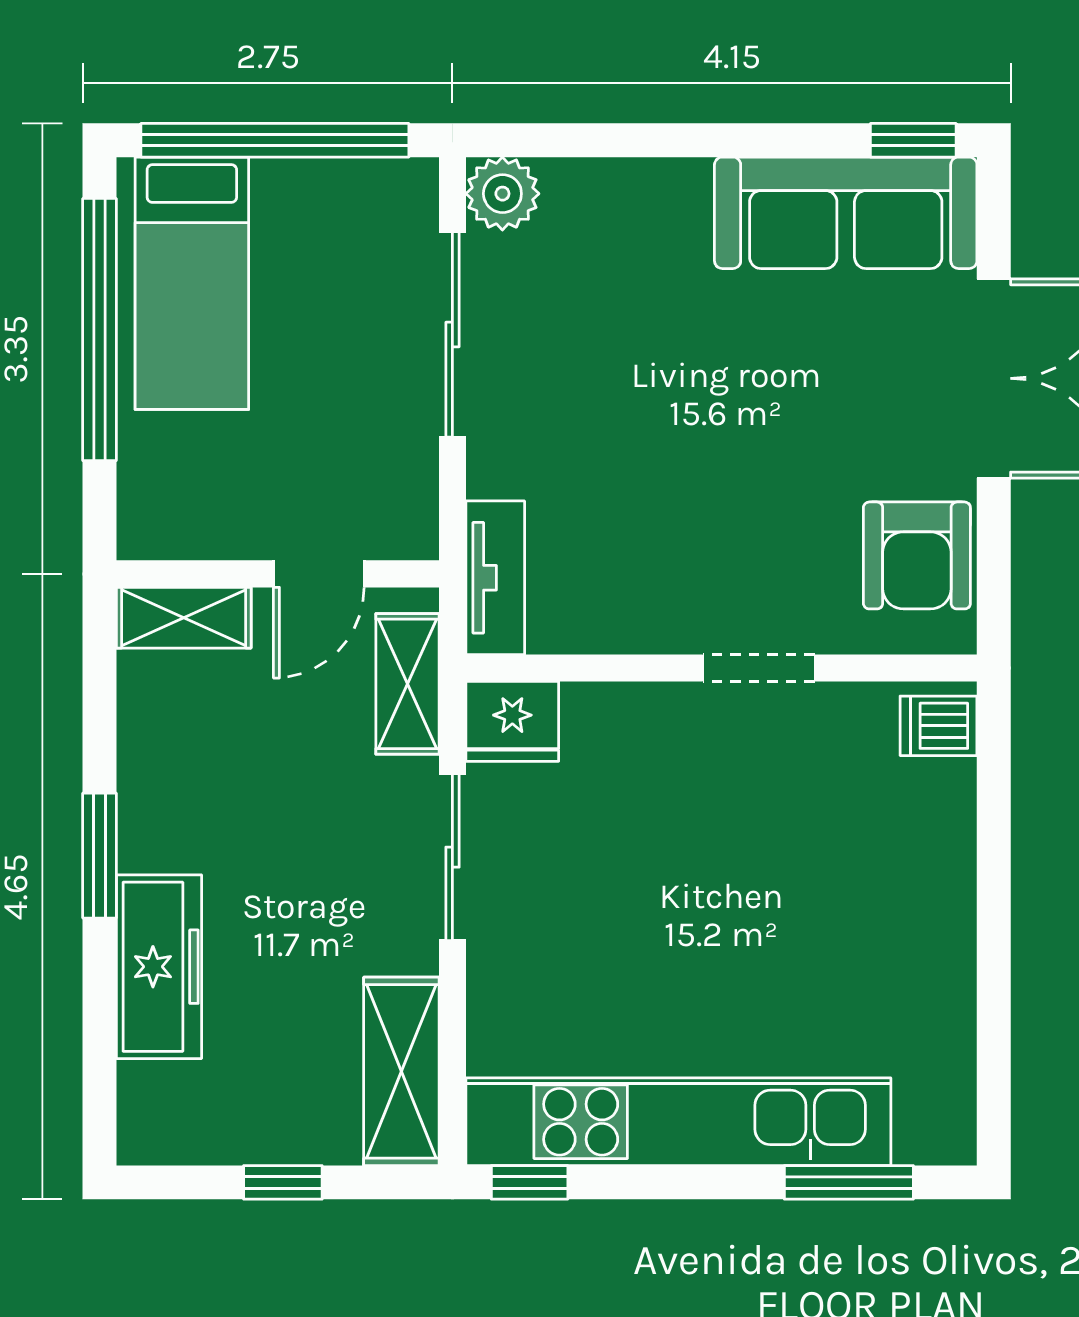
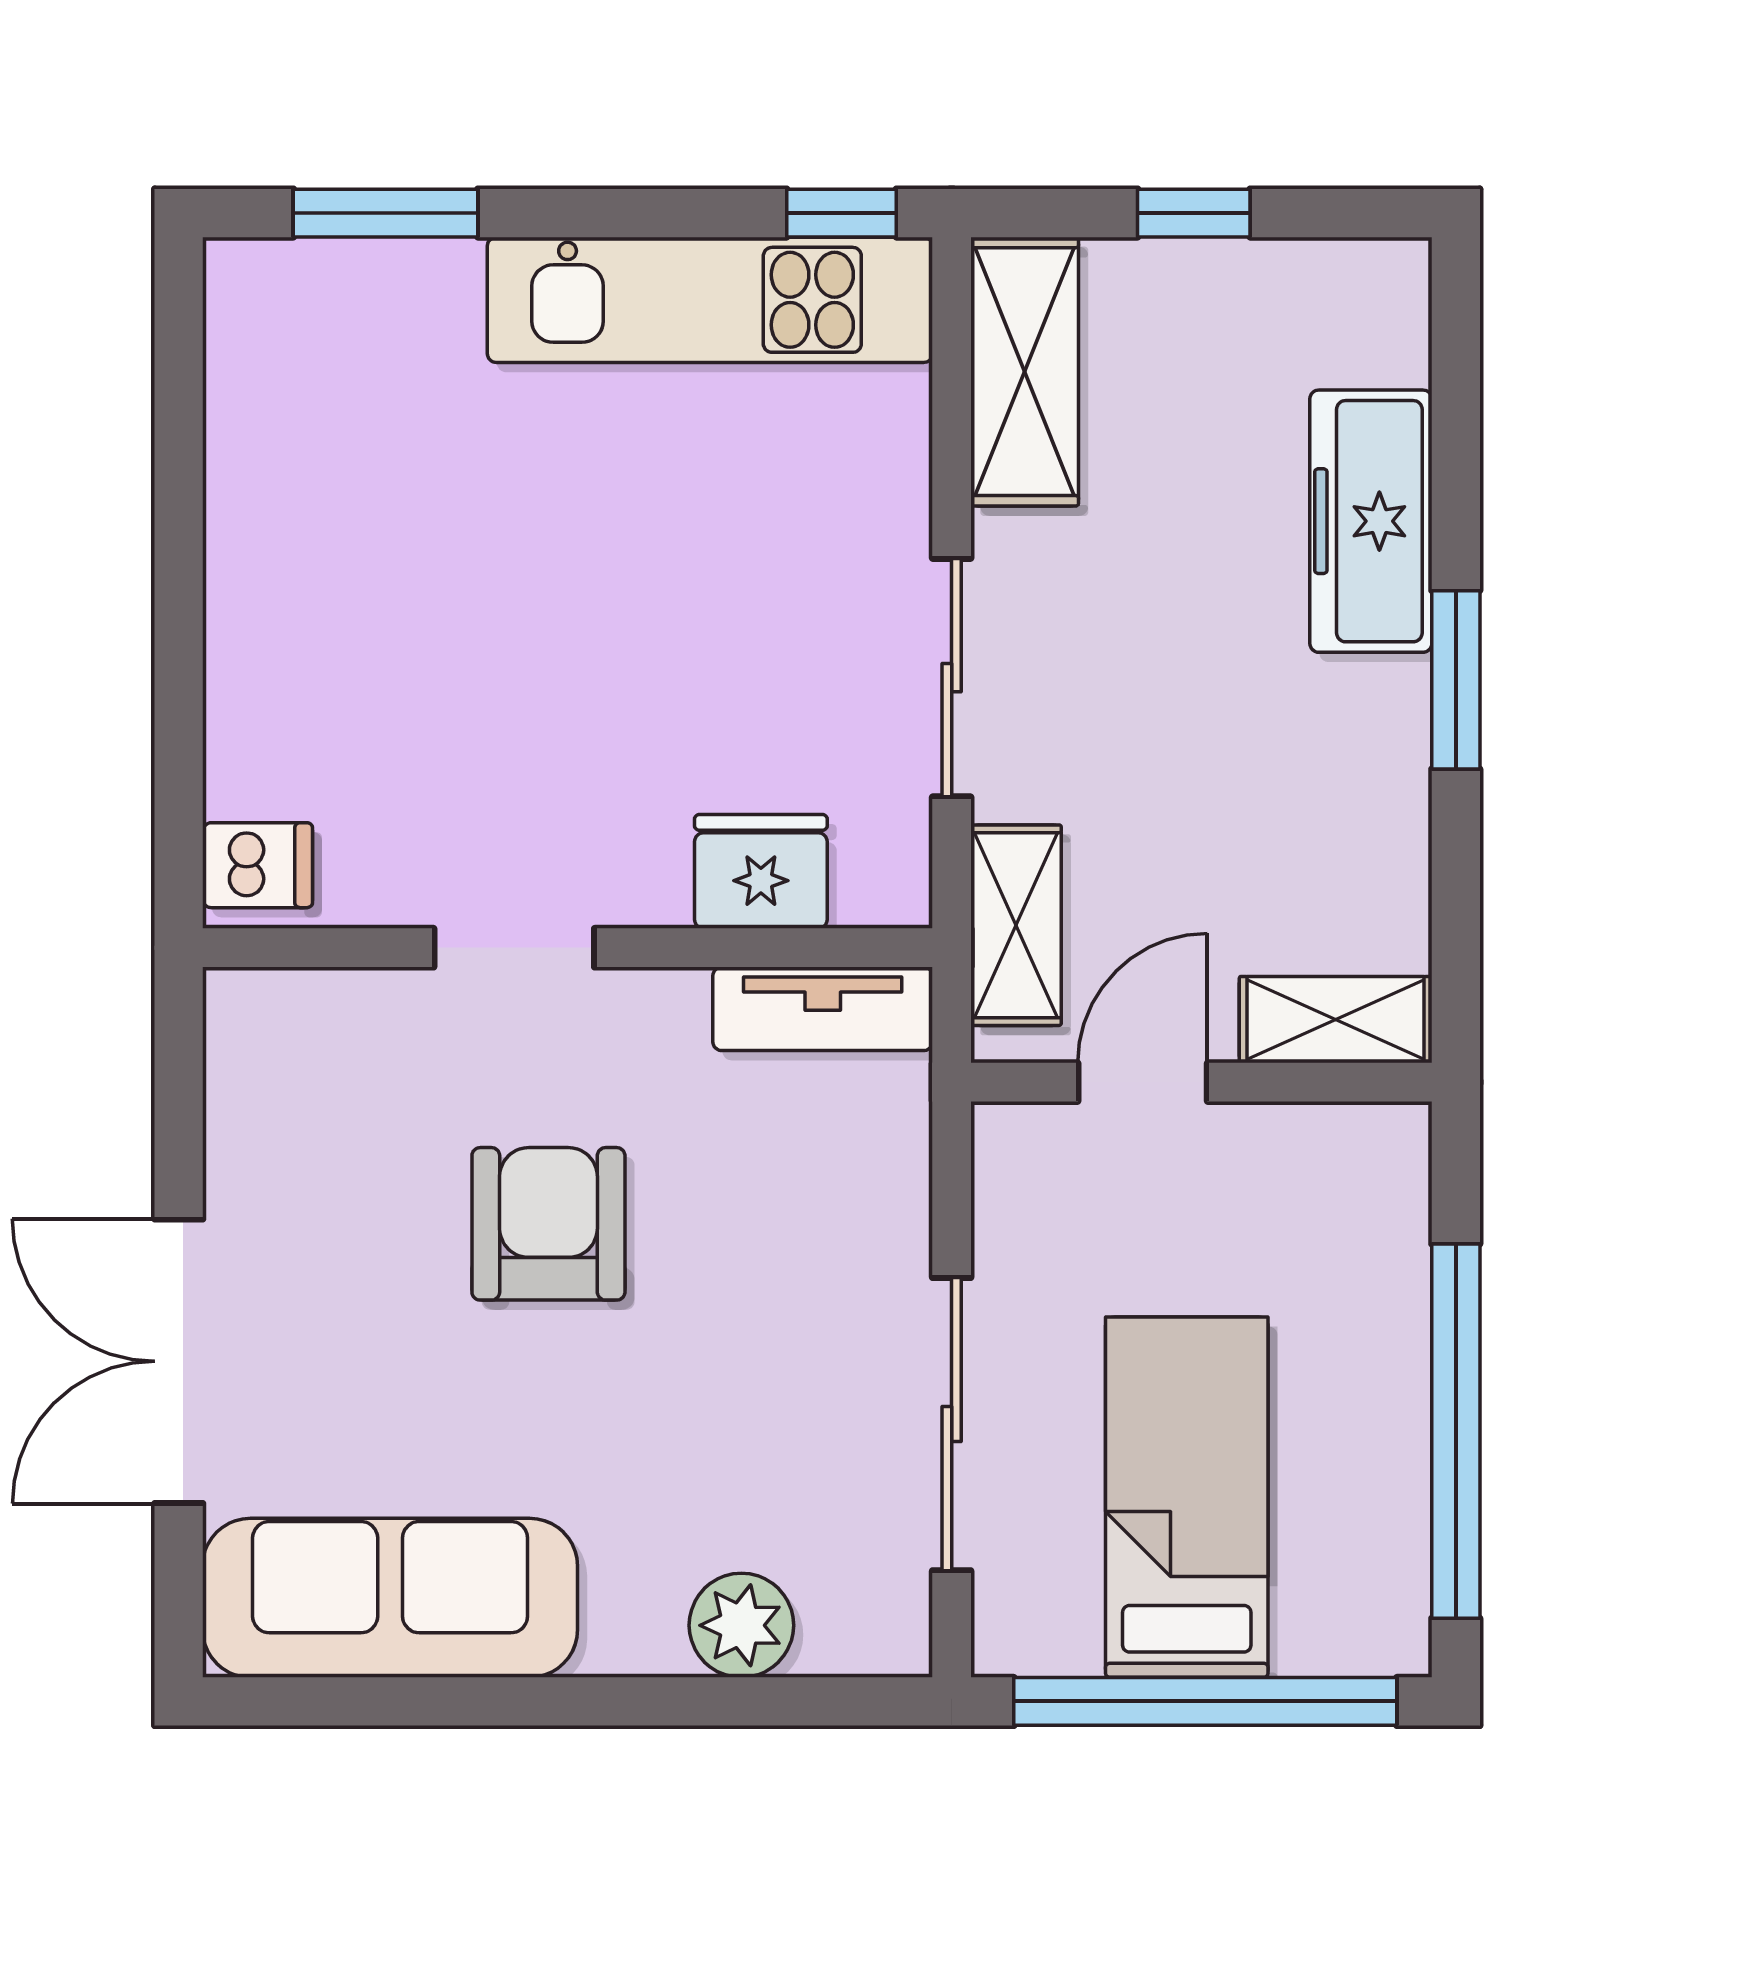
window: (913, 140) -> (294, 1701), removed
plant: (502, 194) -> (741, 1625), moved
bed: (192, 283) -> (1187, 1497), moved
armchair: (917, 555) -> (548, 1224), moved
tv unit: (495, 578) -> (823, 1009), moved, turned -90
fridge: (512, 721) -> (761, 871), moved
kitchen unit: (678, 1122) -> (710, 300), width x0.73

